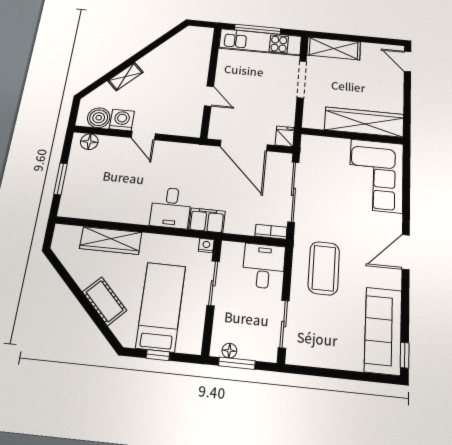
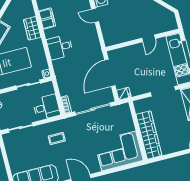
door: (209, 96) -> (149, 38), moved
door: (143, 136) -> (95, 15), hinge flipped
filing cabinet: (207, 220) -> (47, 19), moved
wardrobe: (111, 240) -> (32, 28), width x0.67
coffee table: (324, 268) -> (57, 139), width x0.54, depth x0.58

